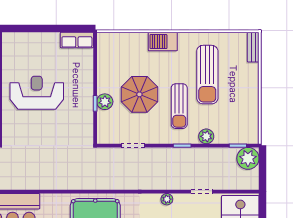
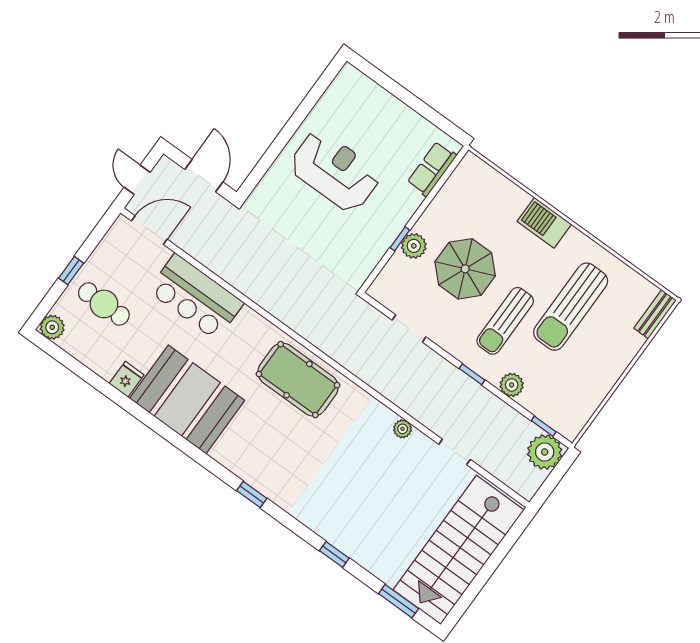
row of seats: (77, 40) -> (432, 169), moved, turned 90

